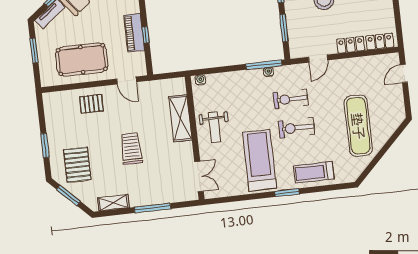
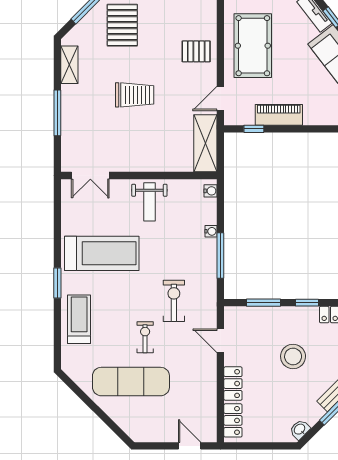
window: (146, 35) -> (254, 129), moved
window: (264, 65) -> (220, 255), moved
water cooler: (269, 72) -> (211, 231), moved
pallet: (91, 104) -> (196, 51), turned 90
shelving: (180, 118) -> (205, 143), moved, turned 90
weight bench: (214, 127) -> (149, 202), turned -90
exercise bike: (297, 128) -> (145, 337), moved, width x0.73, depth x0.72
pallet: (77, 165) -> (122, 25), turned 90

